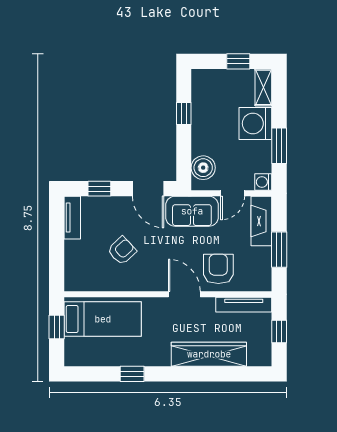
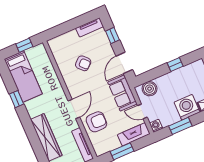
bed: (103, 319) -> (23, 76), moved

